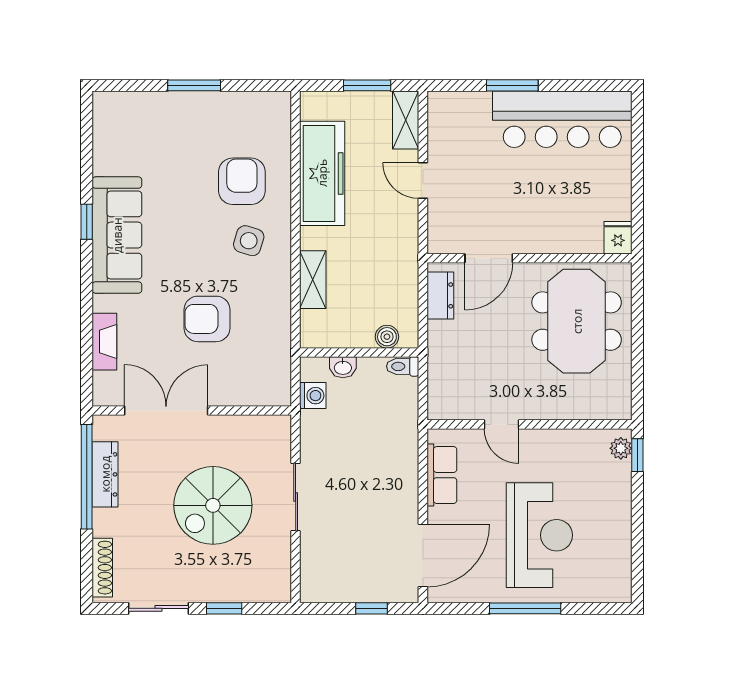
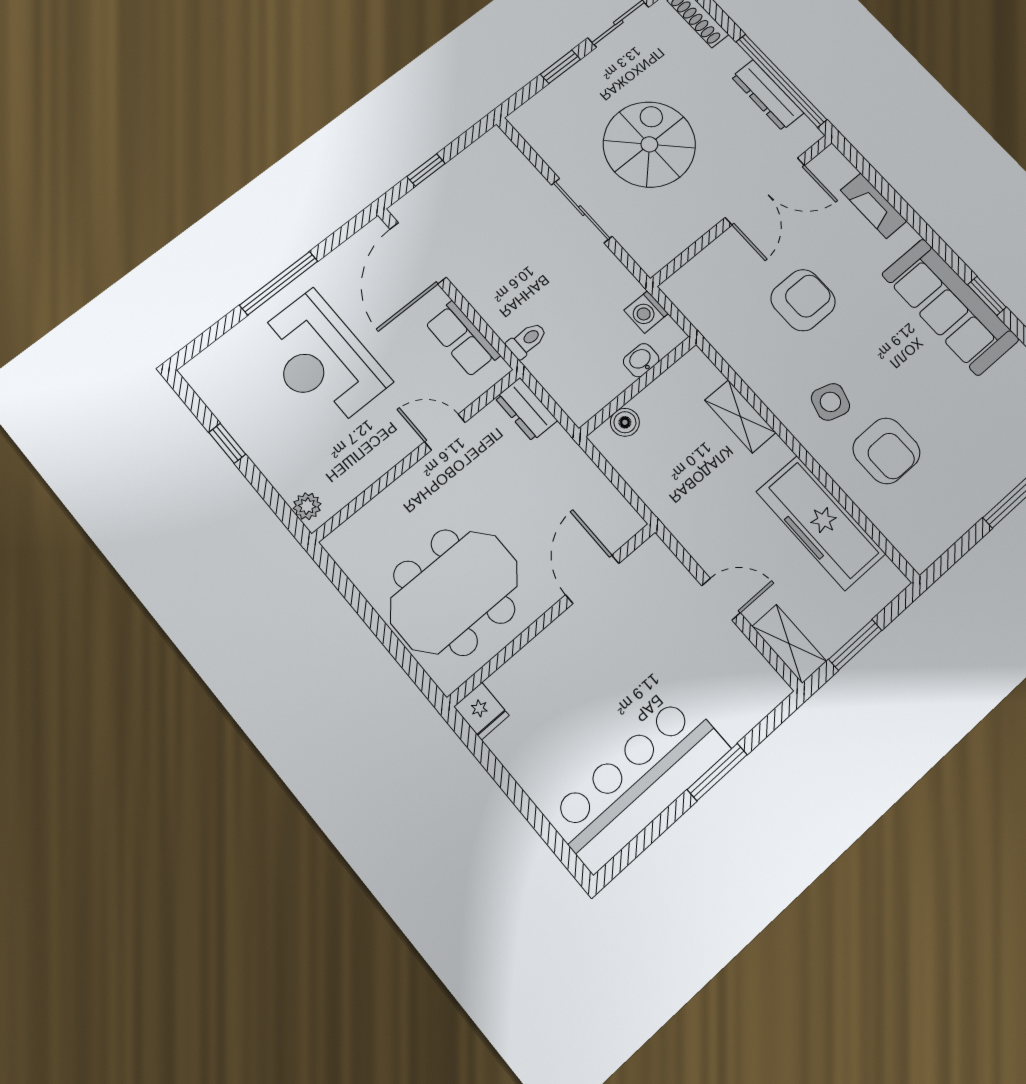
dresser: (440, 295) -> (526, 409), moved
meeting table: (577, 321) -> (454, 592), turned 90
toilet: (403, 366) -> (527, 340), moved
window: (637, 455) -> (227, 443), moved

